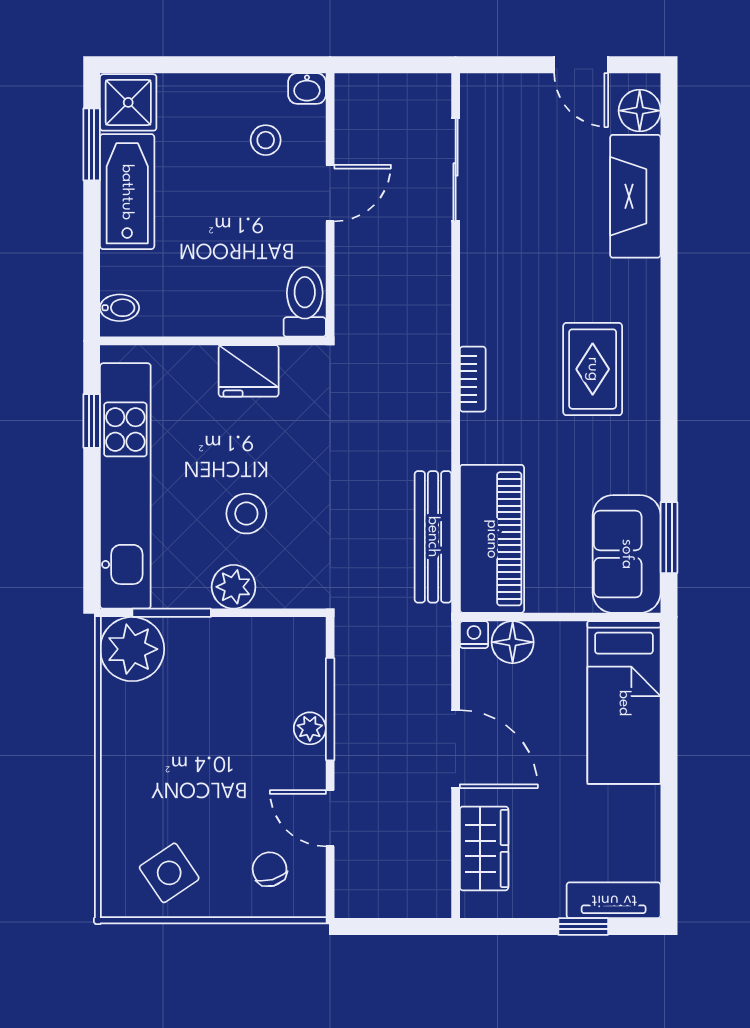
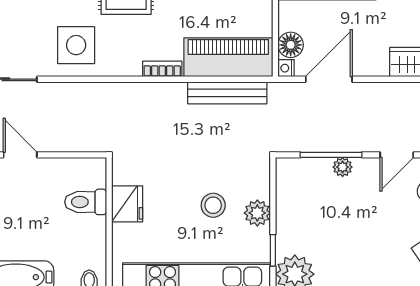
side table: (512, 286) -> (76, 45), added
toilet: (305, 302) -> (86, 202), moved
bookcase: (473, 379) -> (162, 69), moved
window: (172, 613) -> (273, 250), width x0.67
door: (456, 749) -> (329, 79), moved

